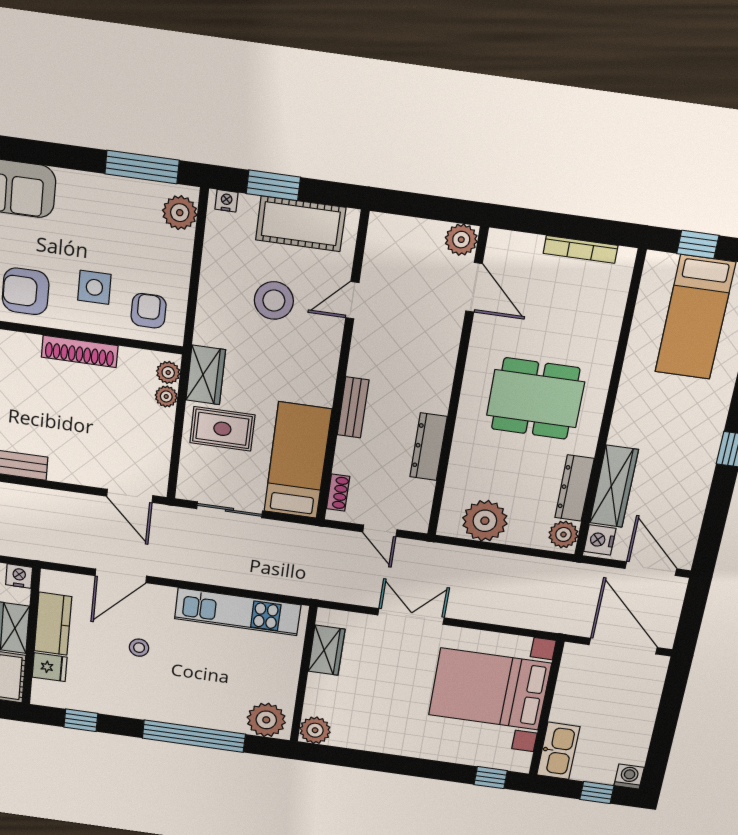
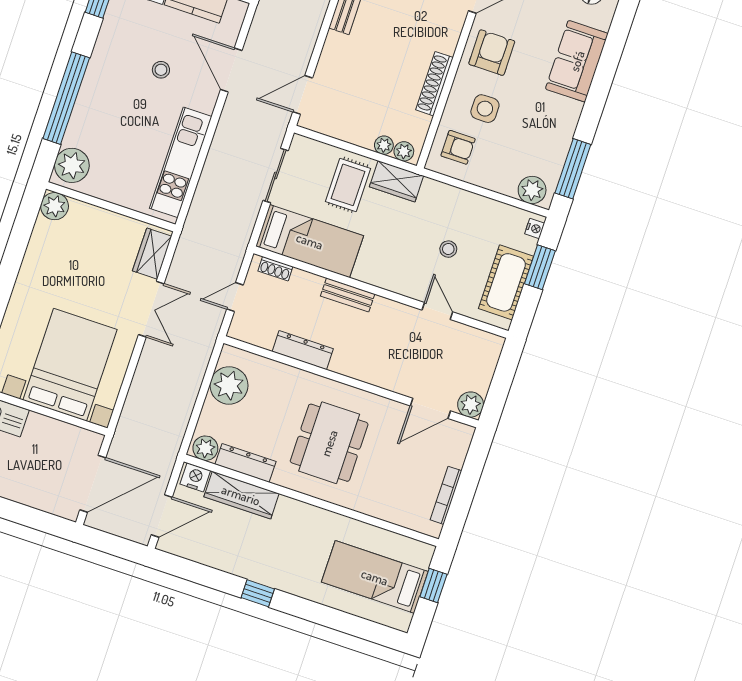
stool: (274, 301) -> (448, 249), width x0.53, depth x0.53
wardrobe: (326, 650) -> (152, 254), moved, turned 90

